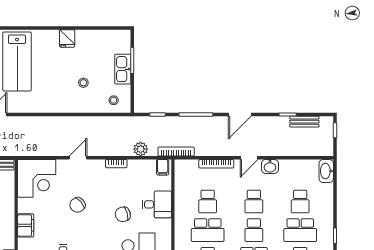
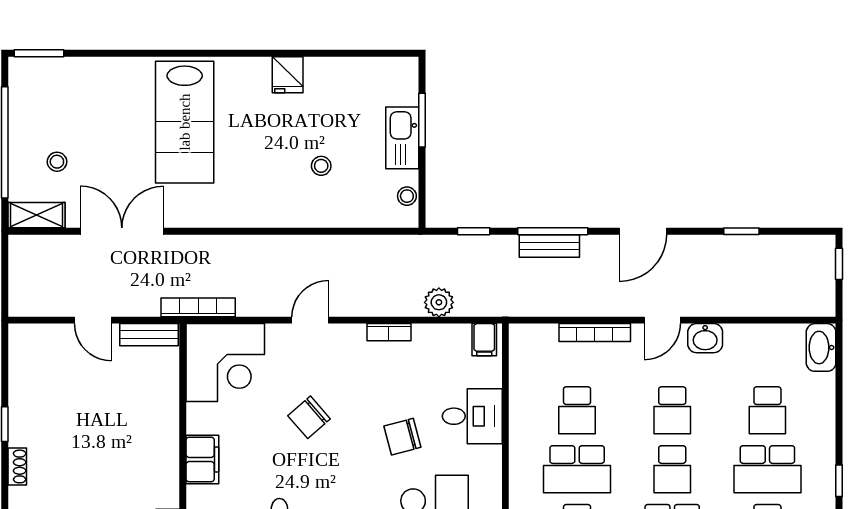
stool: (114, 100) -> (407, 196), moved
bench: (304, 122) -> (549, 246), moved
bookcase: (176, 151) -> (198, 307), moved

